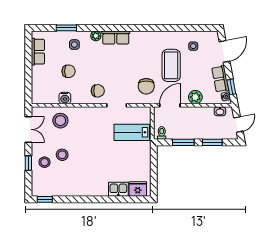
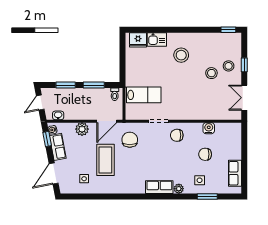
stool: (60, 121) -> (181, 55), moved

